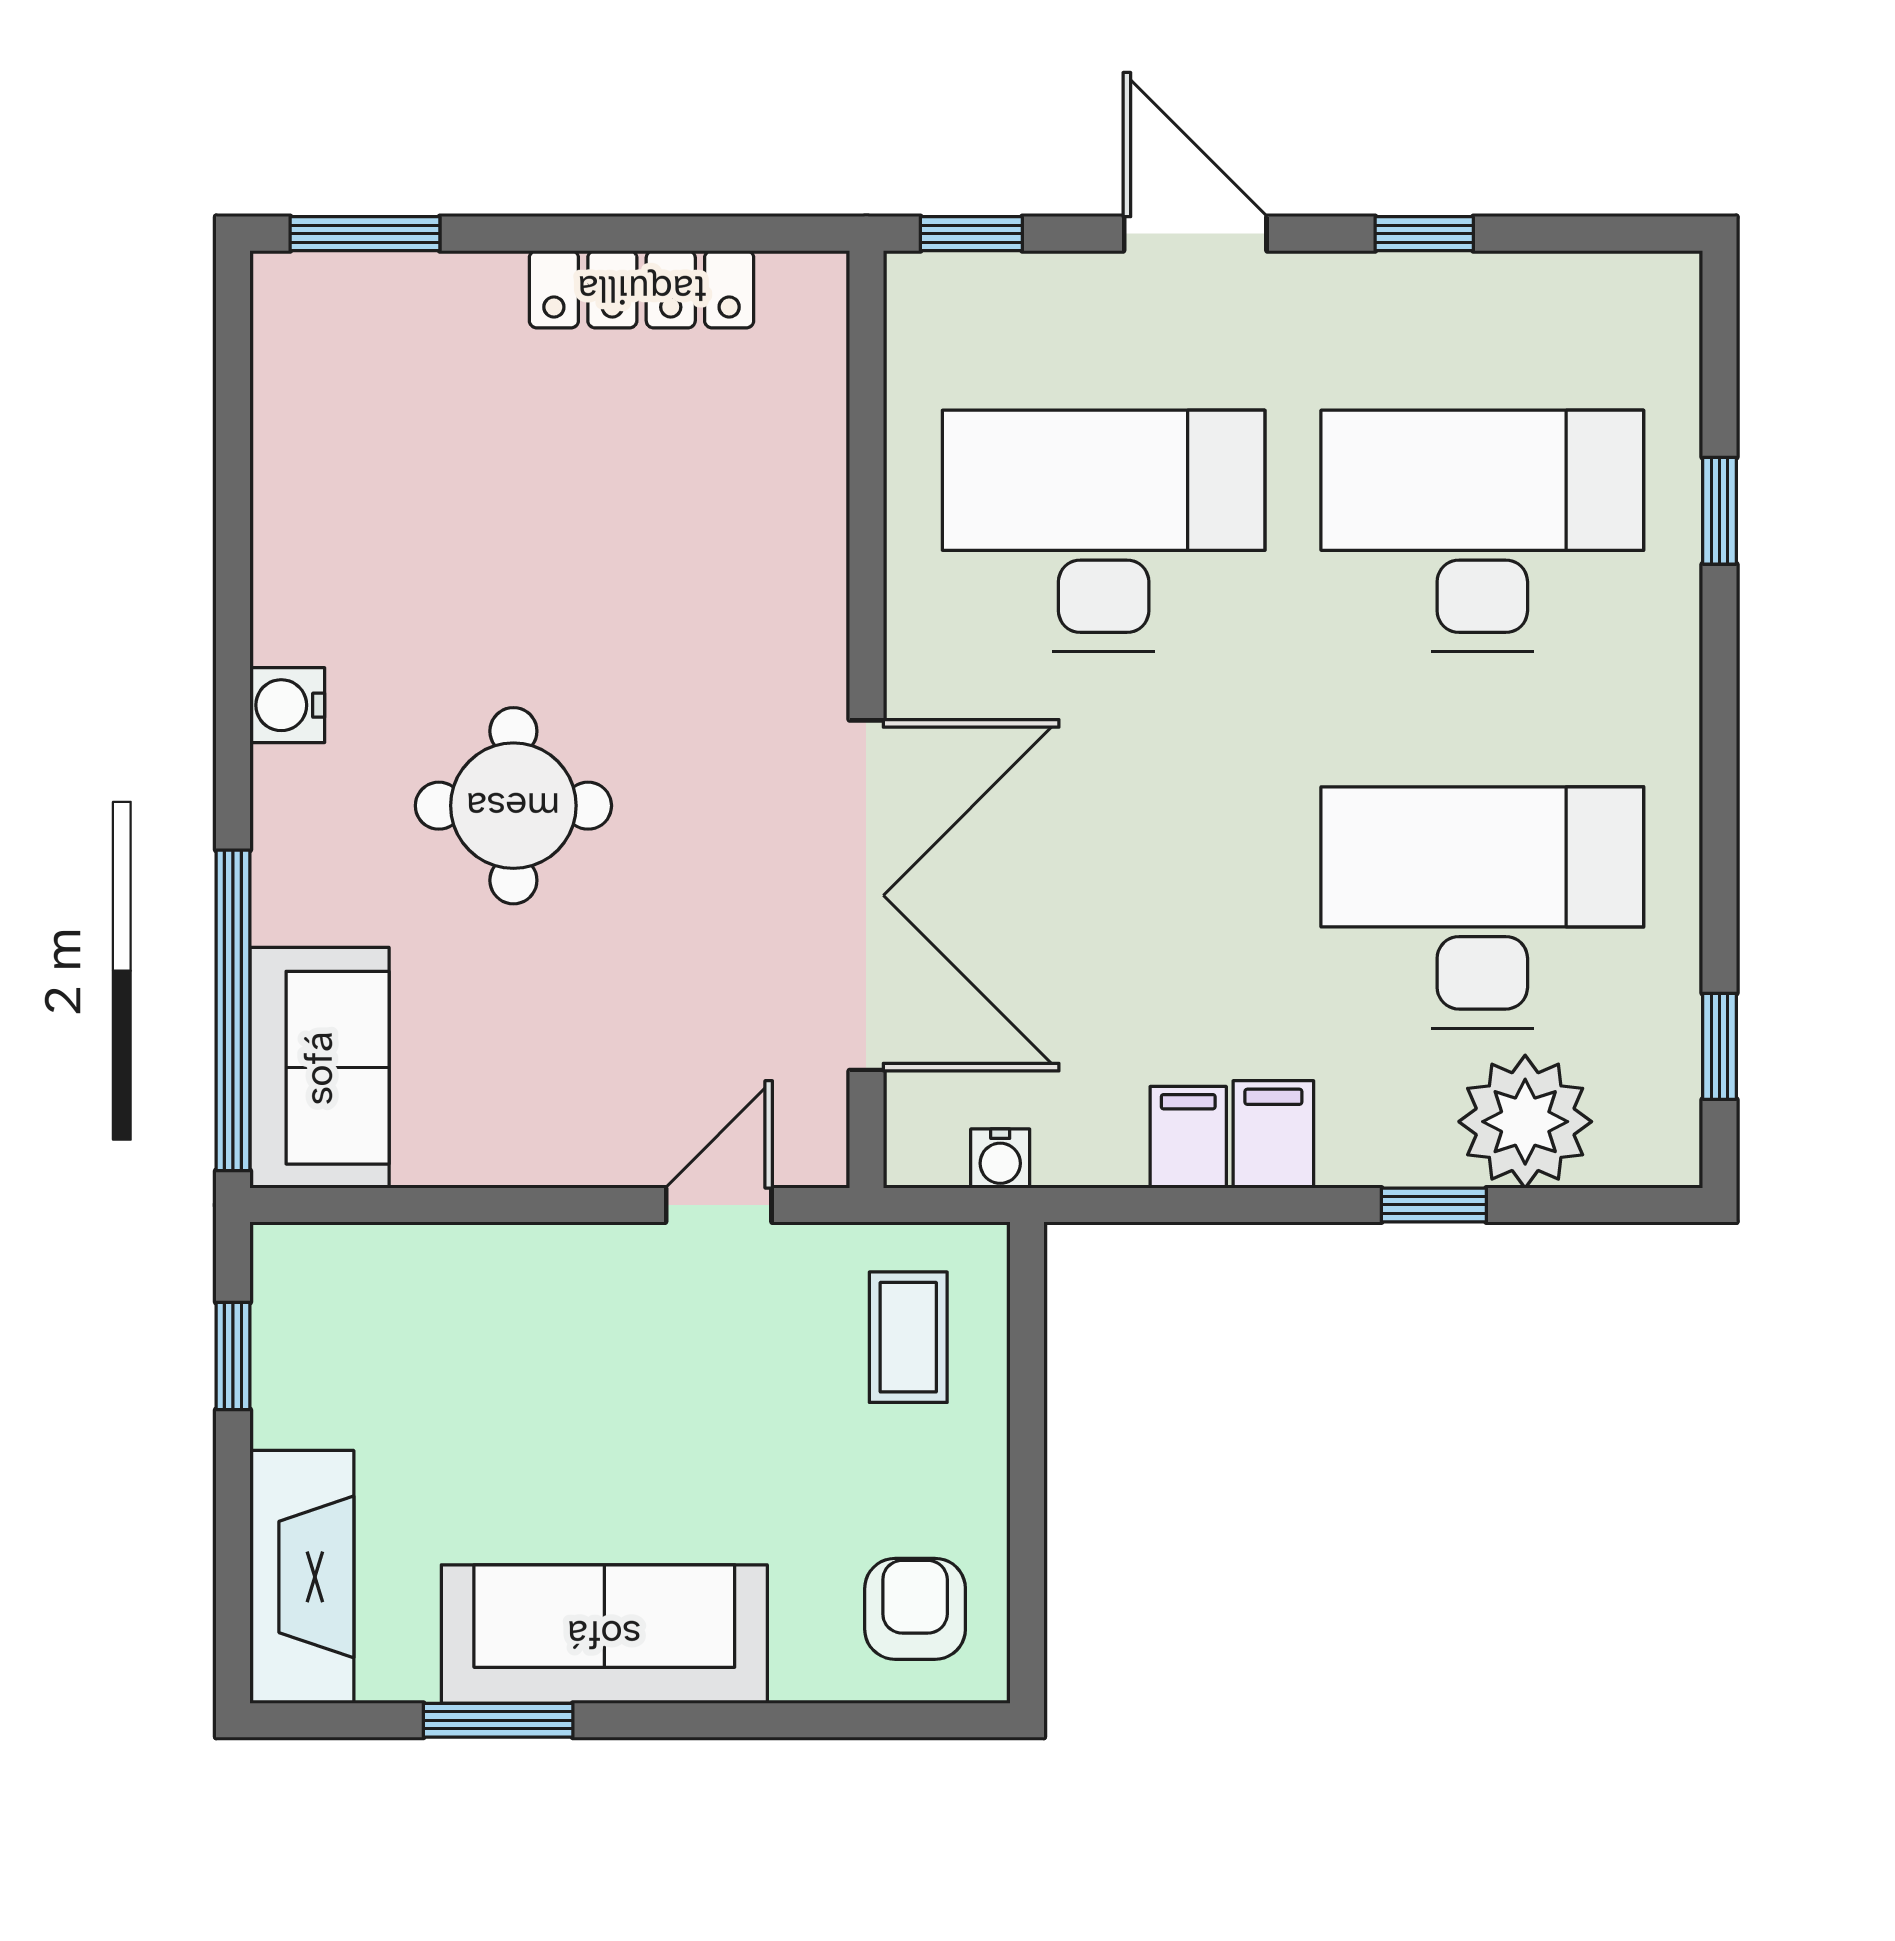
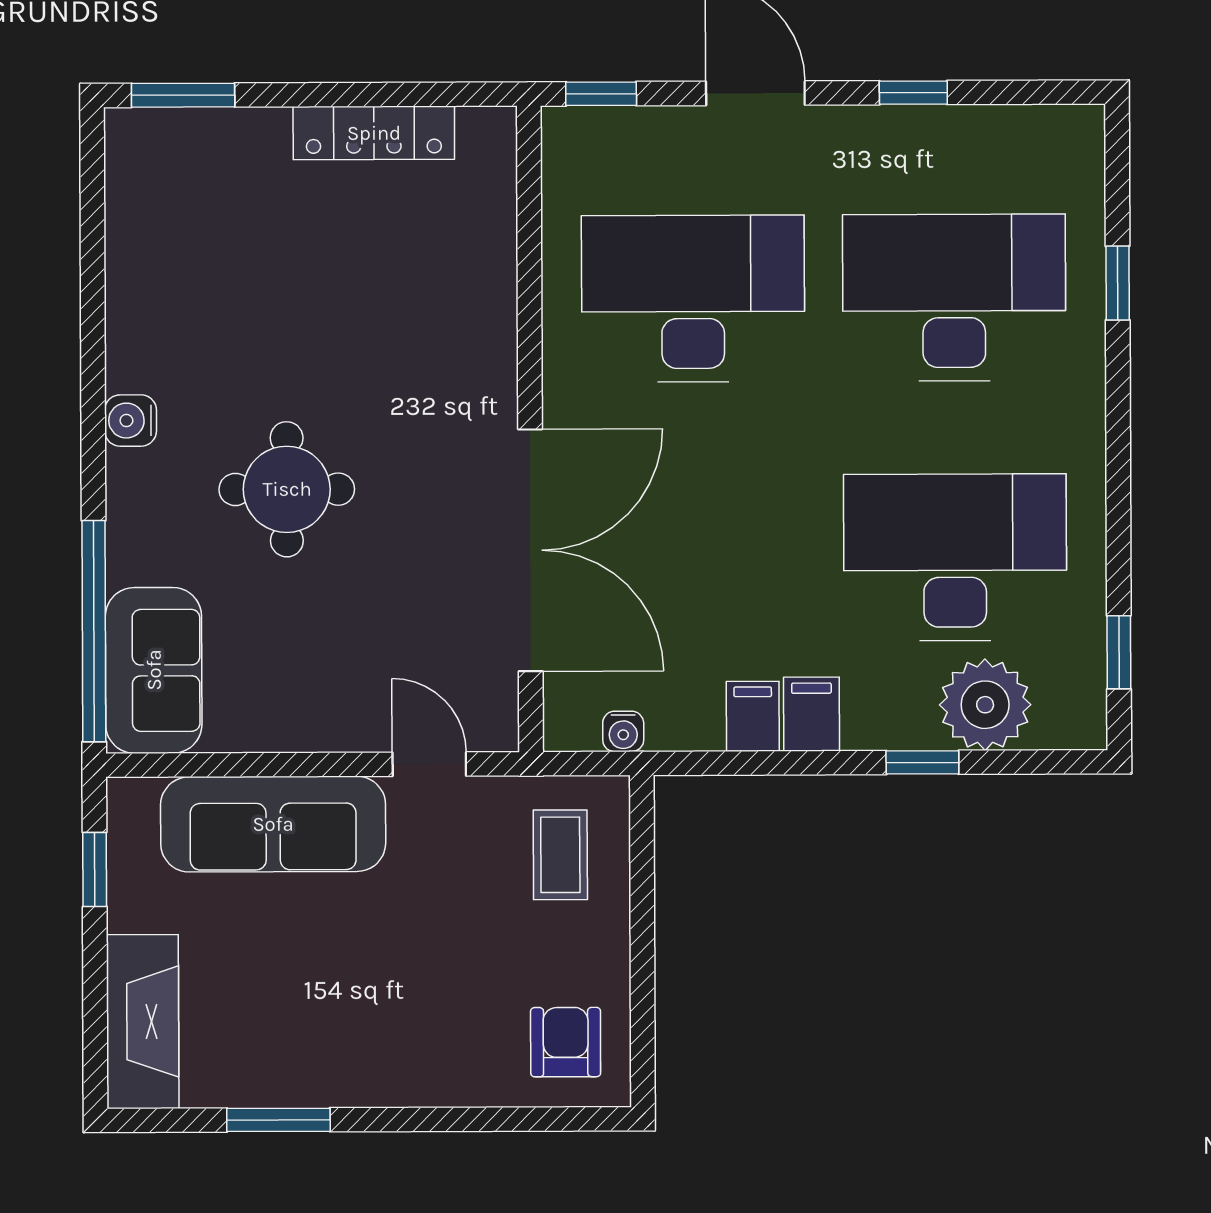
door: (719, 1205) -> (429, 764), hinge flipped
sofa: (604, 1634) -> (273, 824), moved, turned 180

